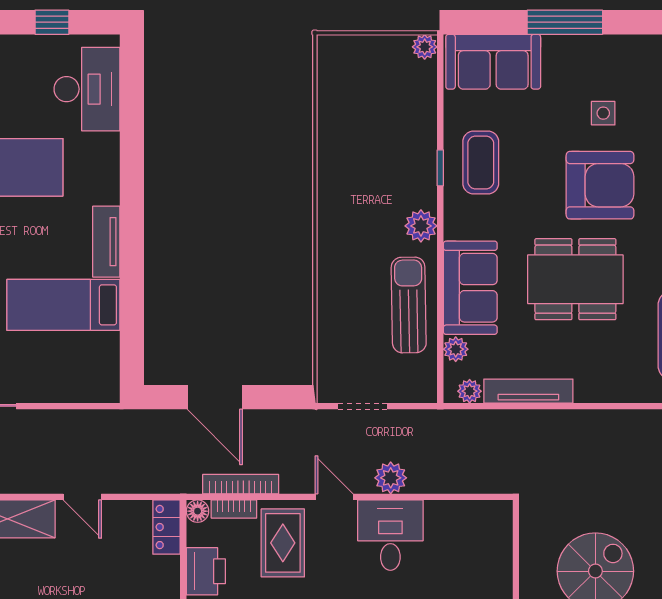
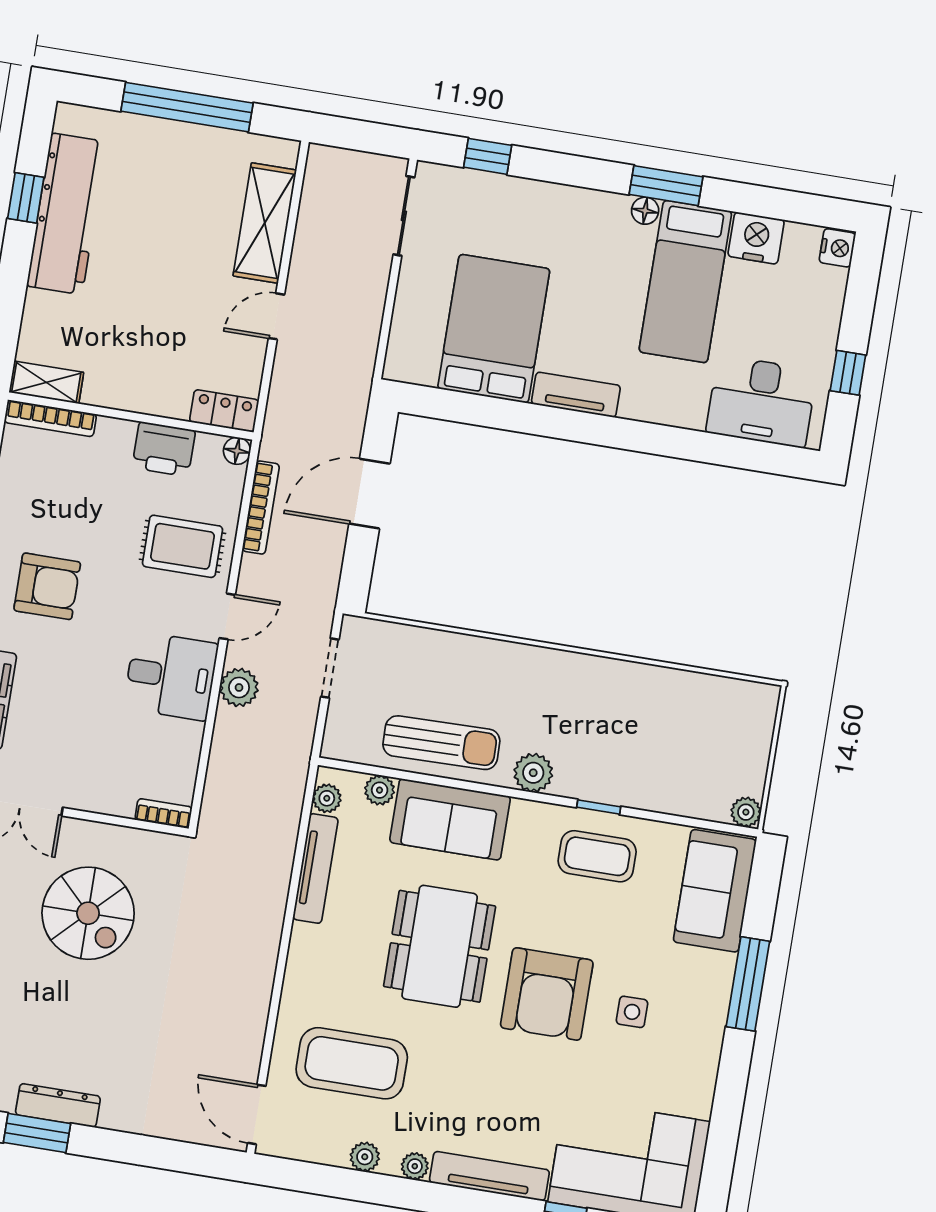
bed: (63, 305) -> (494, 329), width x1.50
bookcase: (234, 509) -> (164, 813), moved, turned 90

